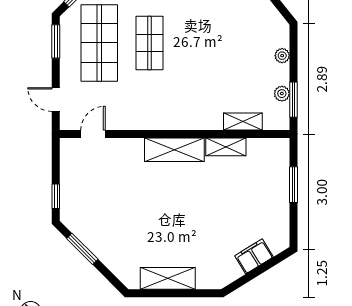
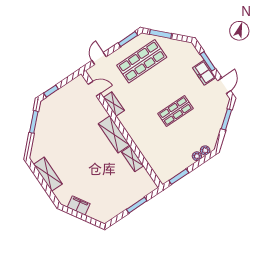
shop shelf: (149, 43) -> (175, 111), moved
plant: (282, 94) -> (205, 150), moved
shelving: (243, 122) -> (114, 104), moved
filing cabinet: (254, 256) -> (79, 205), moved

